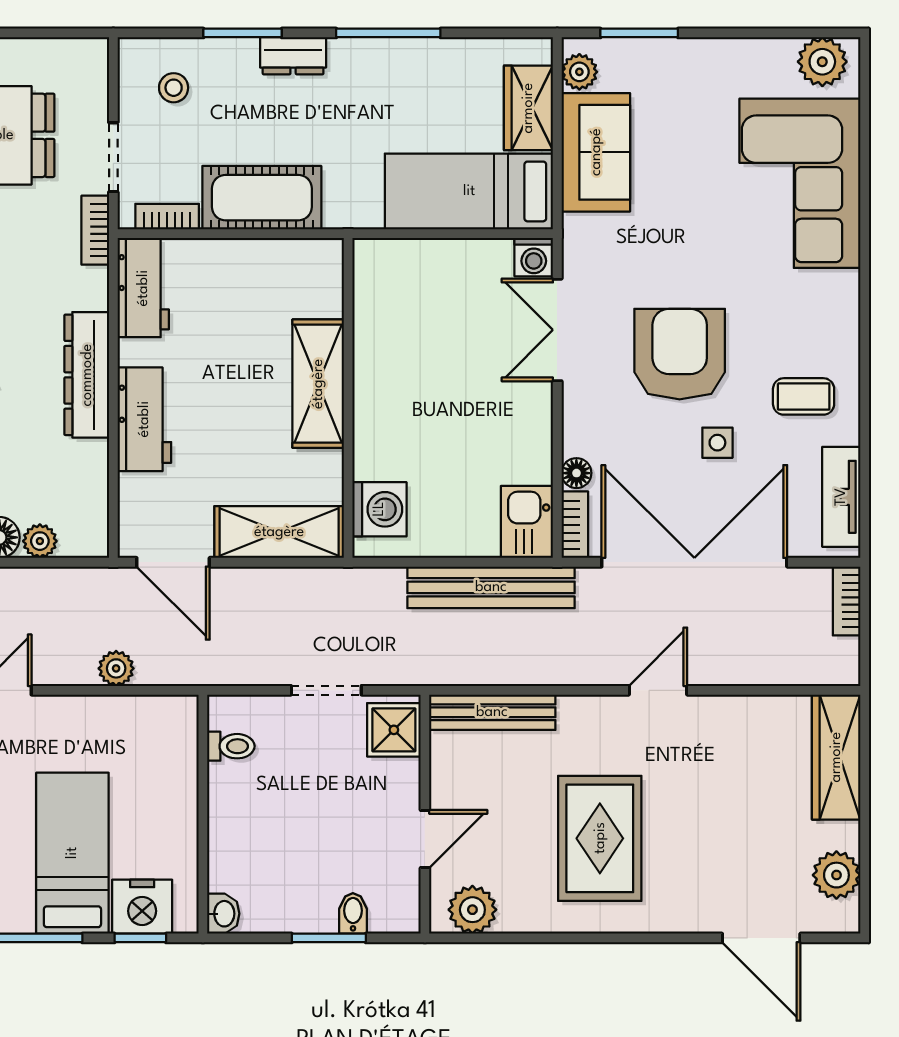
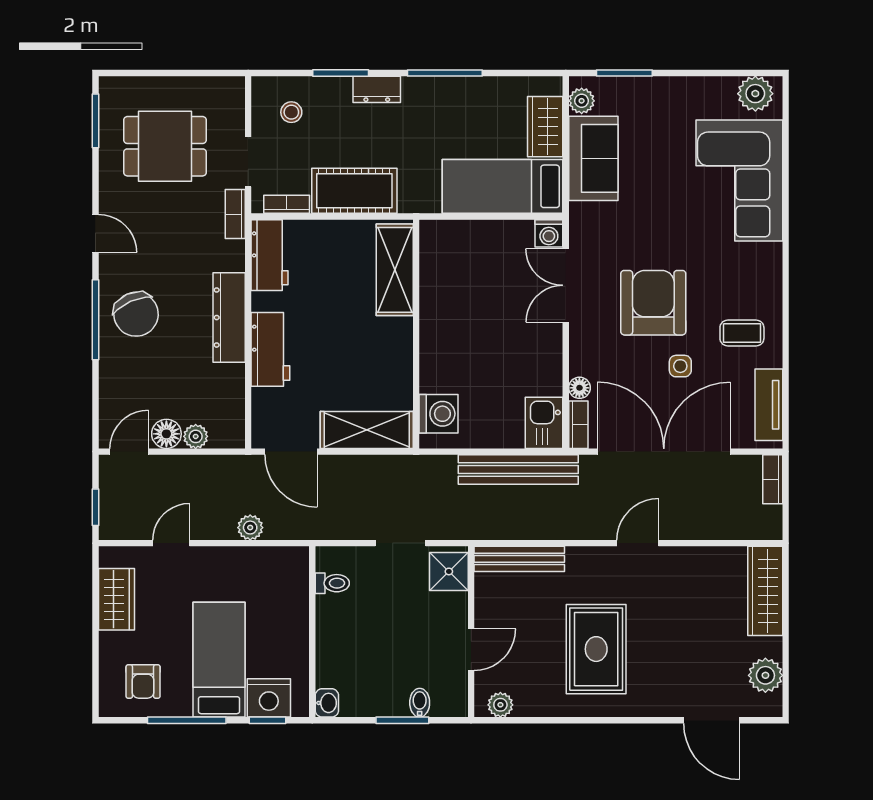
shelving: (318, 384) -> (395, 270), moved
plant: (472, 910) -> (500, 705), width x0.73, depth x0.73

